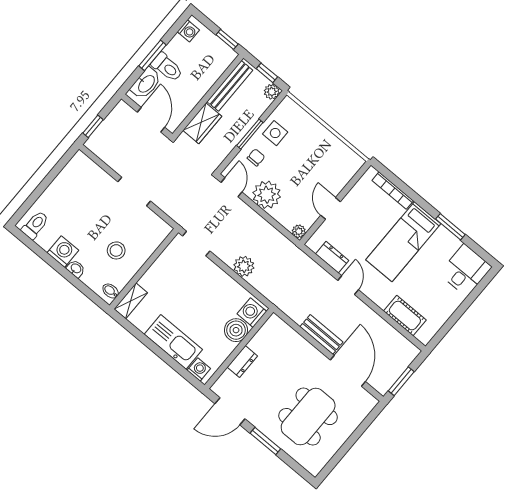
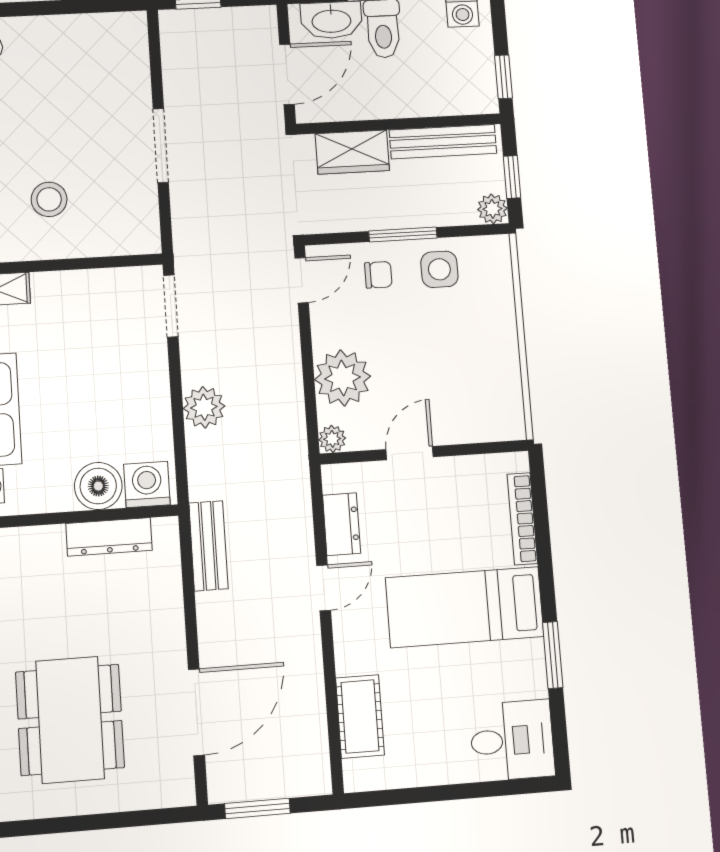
plant: (267, 195) -> (343, 378), moved
bench: (321, 334) -> (208, 546), moved
dresser: (242, 362) -> (109, 537), moved, width x1.44
dining table: (308, 417) -> (70, 720), turned 90

